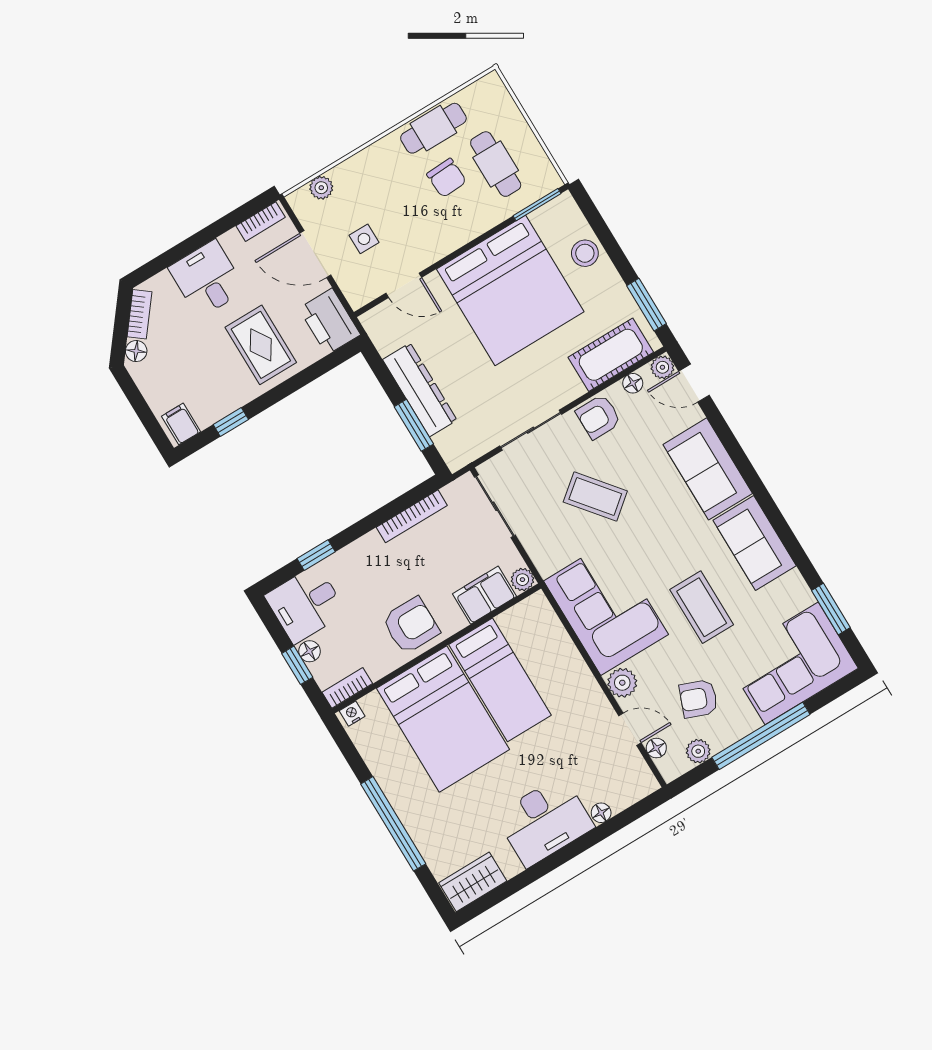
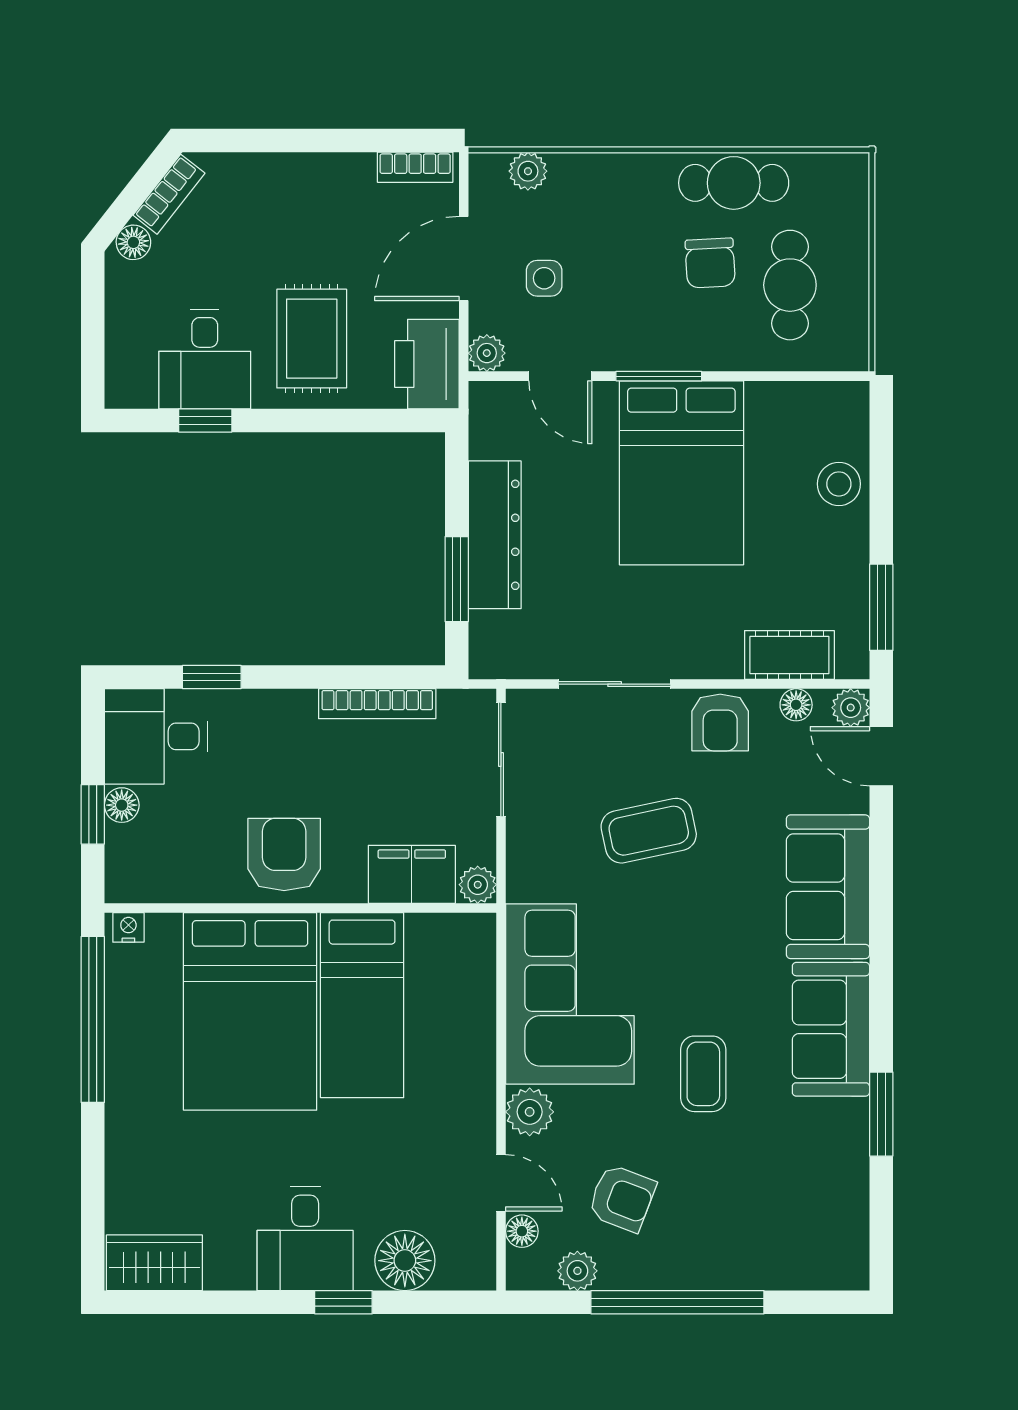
window: (537, 205) -> (659, 376), moved
door: (315, 254) -> (464, 259), hinge flipped
desk: (207, 279) -> (205, 359), moved, turned 180
bed: (510, 290) -> (681, 473), width x0.73
plant: (358, 297) -> (487, 353), added
cot: (611, 355) -> (789, 655), width x0.73, depth x0.75
armchair: (598, 417) -> (720, 723), turned -90
filing cabinet: (181, 424) -> (134, 381), removed
coffee table: (595, 497) -> (649, 831), turned -63
coffee table: (702, 607) -> (703, 1074), width x0.73, depth x0.77
window: (831, 609) -> (881, 1114), moved
armchair: (411, 625) -> (284, 854), turned -90
corner sofa: (792, 663) -> (781, 1227), removed
bookcase: (347, 688) -> (143, 888), removed
armchair: (698, 699) -> (622, 1198), turned 180
floor lamp: (601, 813) -> (405, 1261), width x1.89, depth x1.89
desk: (545, 821) -> (305, 1239), width x0.73
window: (393, 824) -> (93, 1019), moved
window: (585, 842) -> (343, 1302), added

